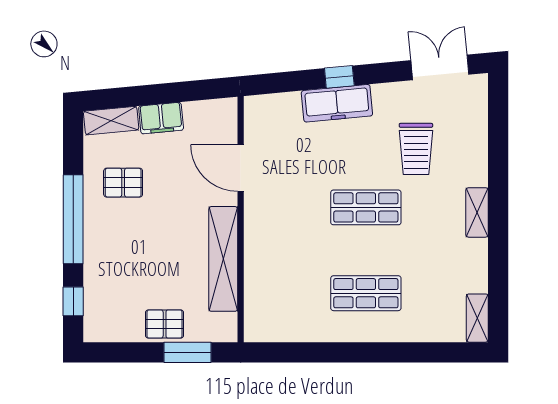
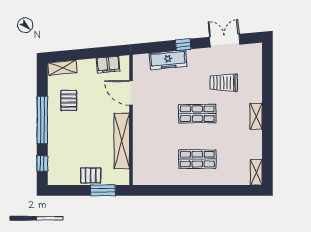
double door: (440, 67) -> (225, 41), moved
freezer: (337, 103) -> (168, 60), moved
filing cabinet: (161, 118) -> (108, 65), moved
trolley: (416, 149) -> (224, 83), turned 90
pallet: (123, 183) -> (69, 101), turned 90

